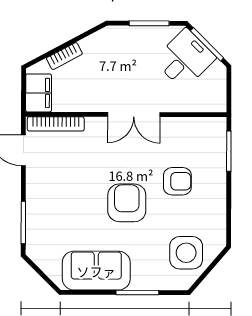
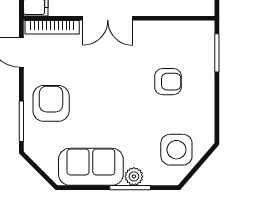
double door: (134, 115) -> (108, 18), moved
armchair: (127, 203) -> (51, 103), moved
plant: (141, 281) -> (134, 176), added

